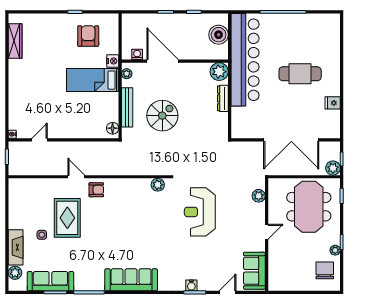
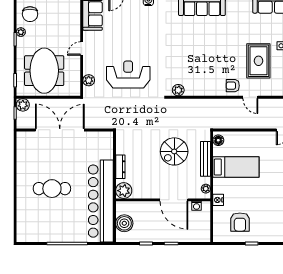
bed: (93, 80) -> (236, 167), moved
fridge: (333, 103) -> (23, 163), removed
reception desk: (200, 212) -> (128, 75), moved, turned -90

